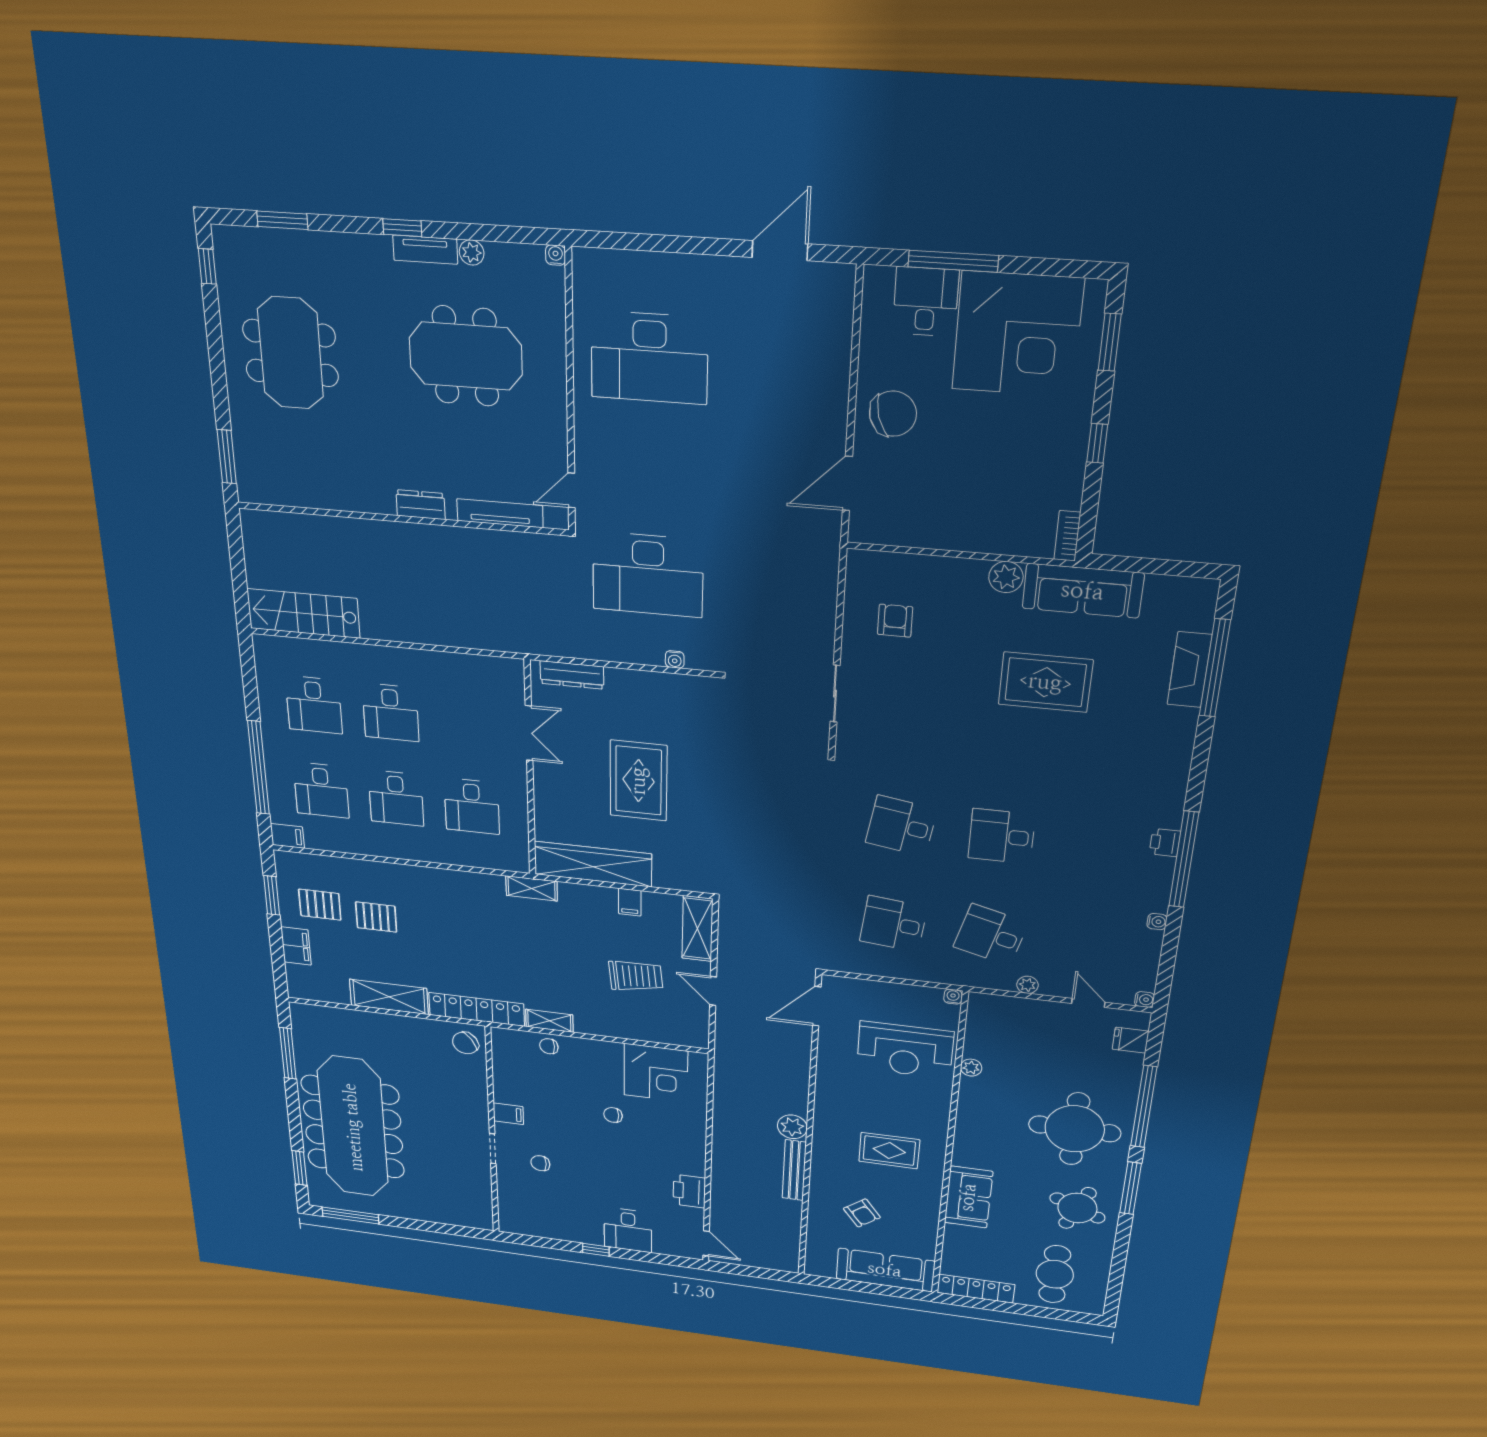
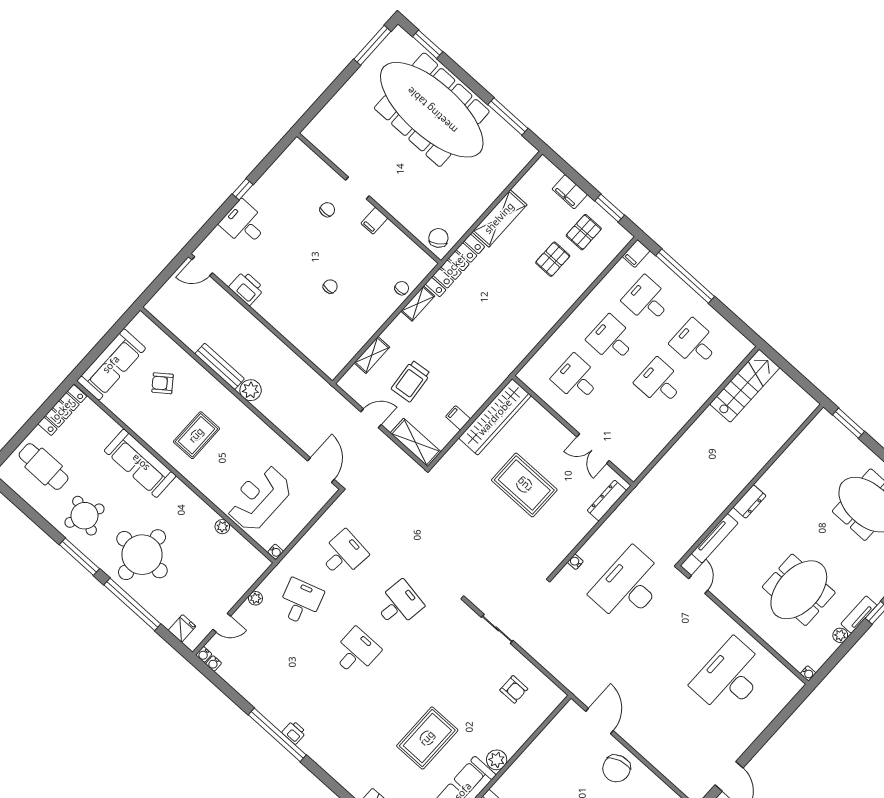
shelving: (532, 888) -> (372, 355), moved
water cooler: (1157, 922) -> (214, 663), moved
desk: (991, 935) -> (300, 602), turned -33
corner desk: (656, 1073) -> (341, 338), removed
sofa: (968, 1197) -> (140, 463), width x1.36

